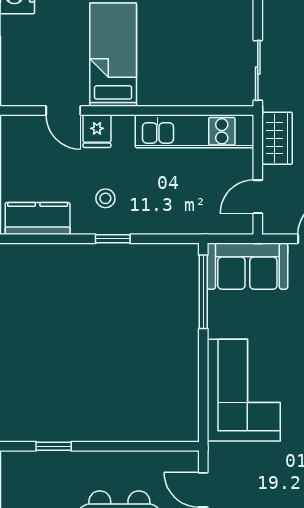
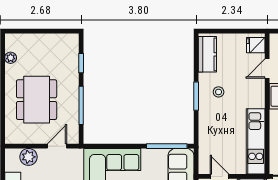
fridge: (97, 131) -> (256, 45), moved
window: (113, 239) -> (196, 96), width x1.50
window: (130, 446) -> (81, 105), added

